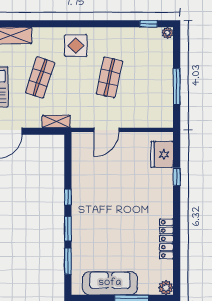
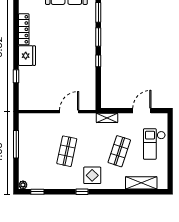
window: (89, 24) -> (82, 192), added
fridge: (162, 154) -> (27, 56), moved

